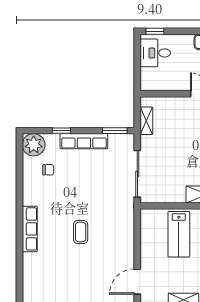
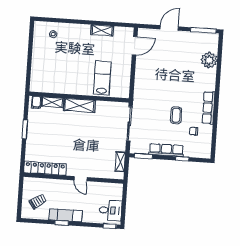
plant: (34, 145) -> (209, 60), moved
row of seats: (30, 229) -> (209, 108), moved
coffee table: (81, 232) -> (176, 115), moved

